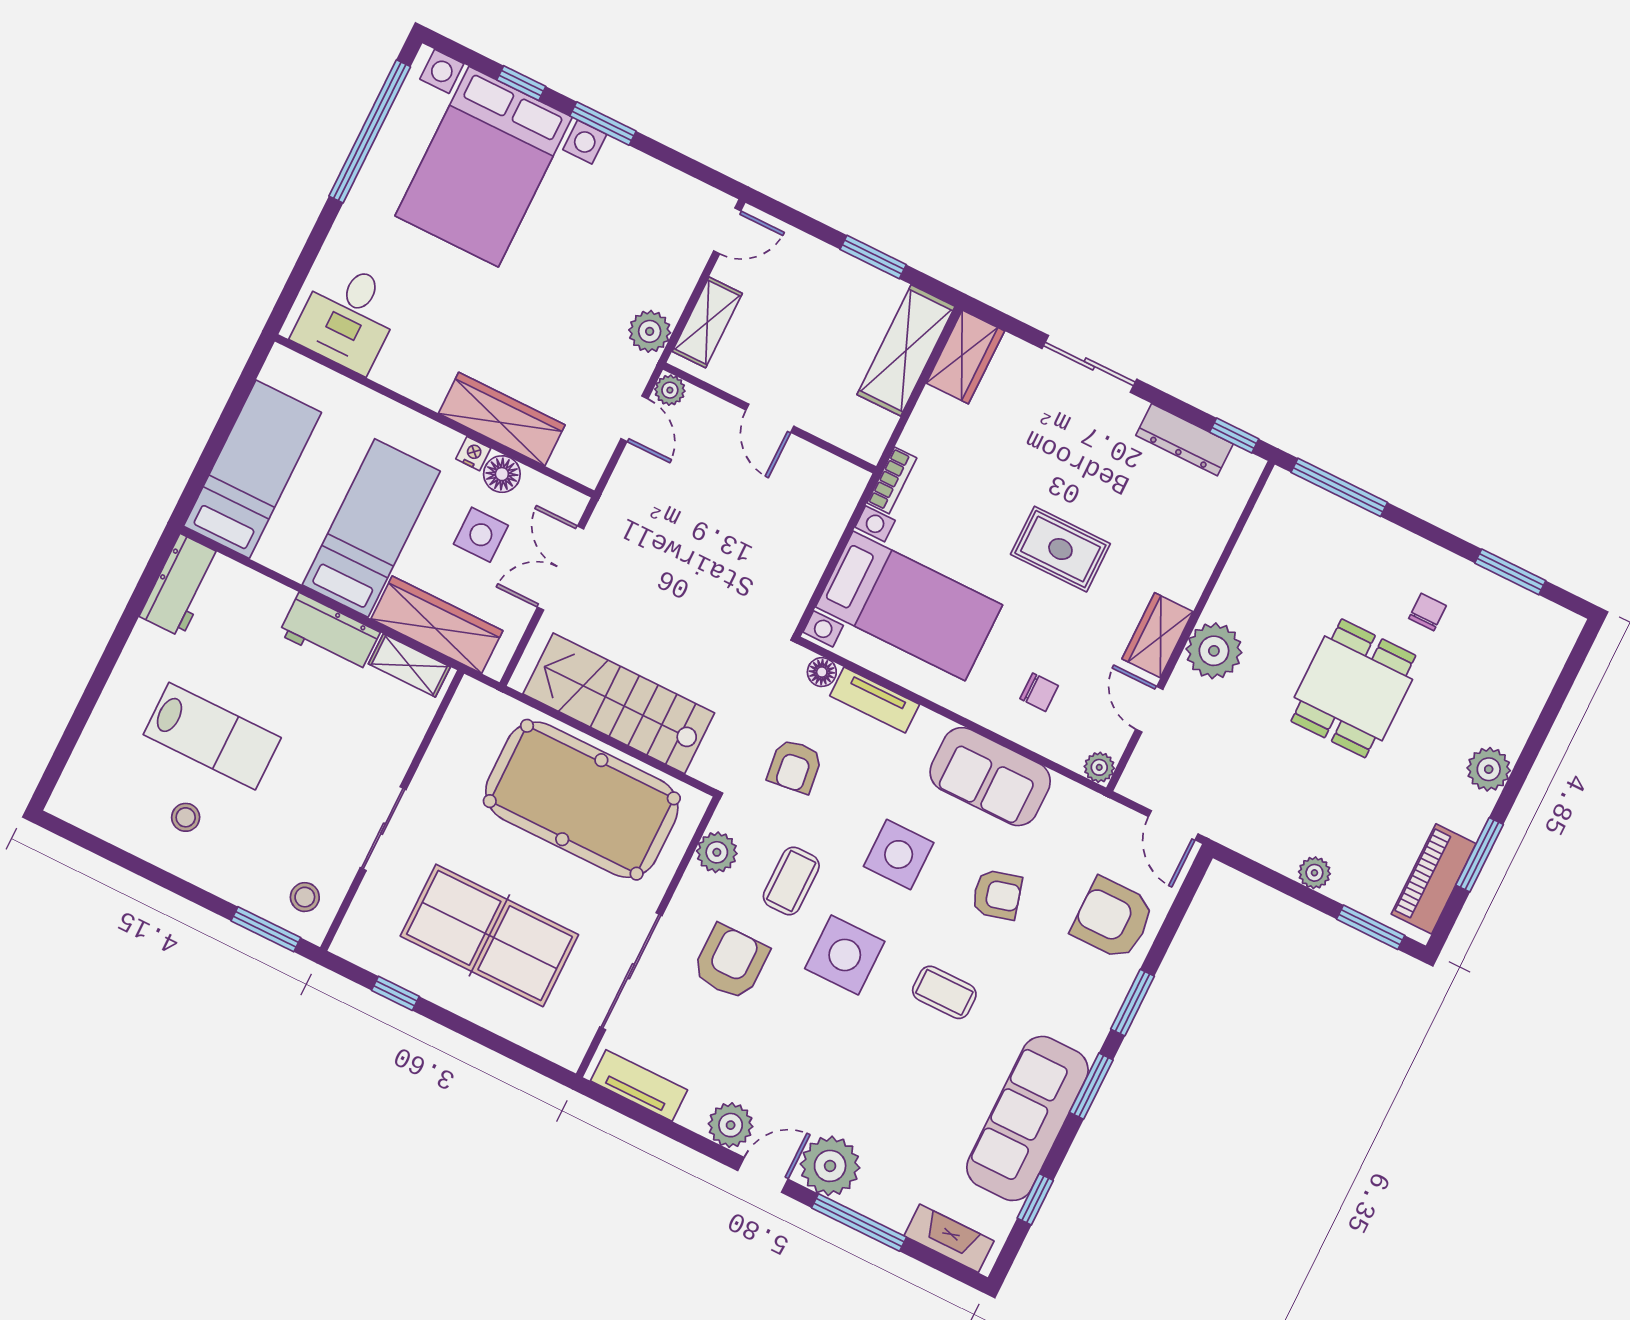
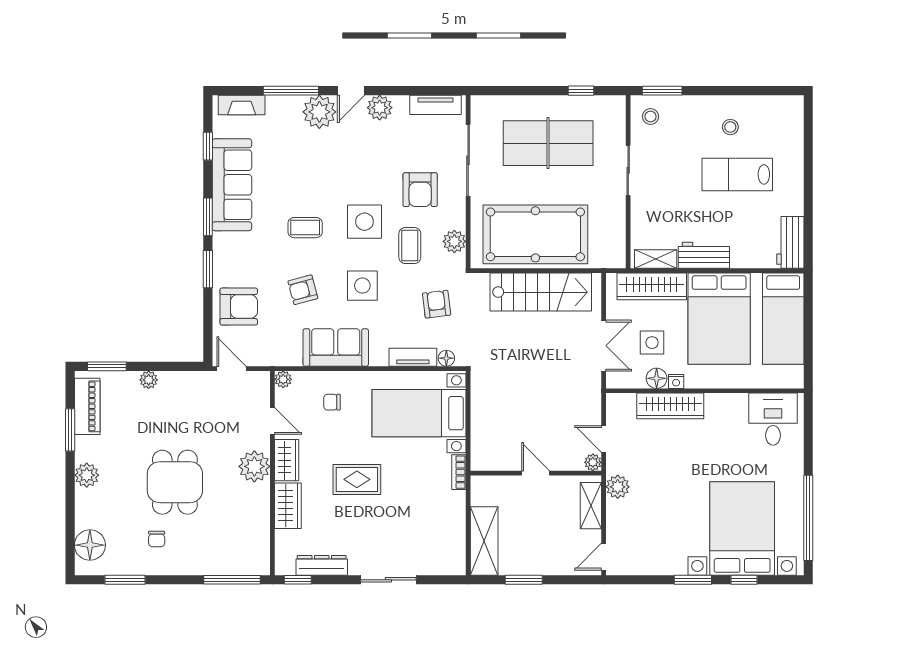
wardrobe: (965, 357) -> (288, 506), moved, turned 180
bed: (371, 528) -> (719, 319), width x1.50
floor lamp: (1539, 655) -> (90, 545), added

